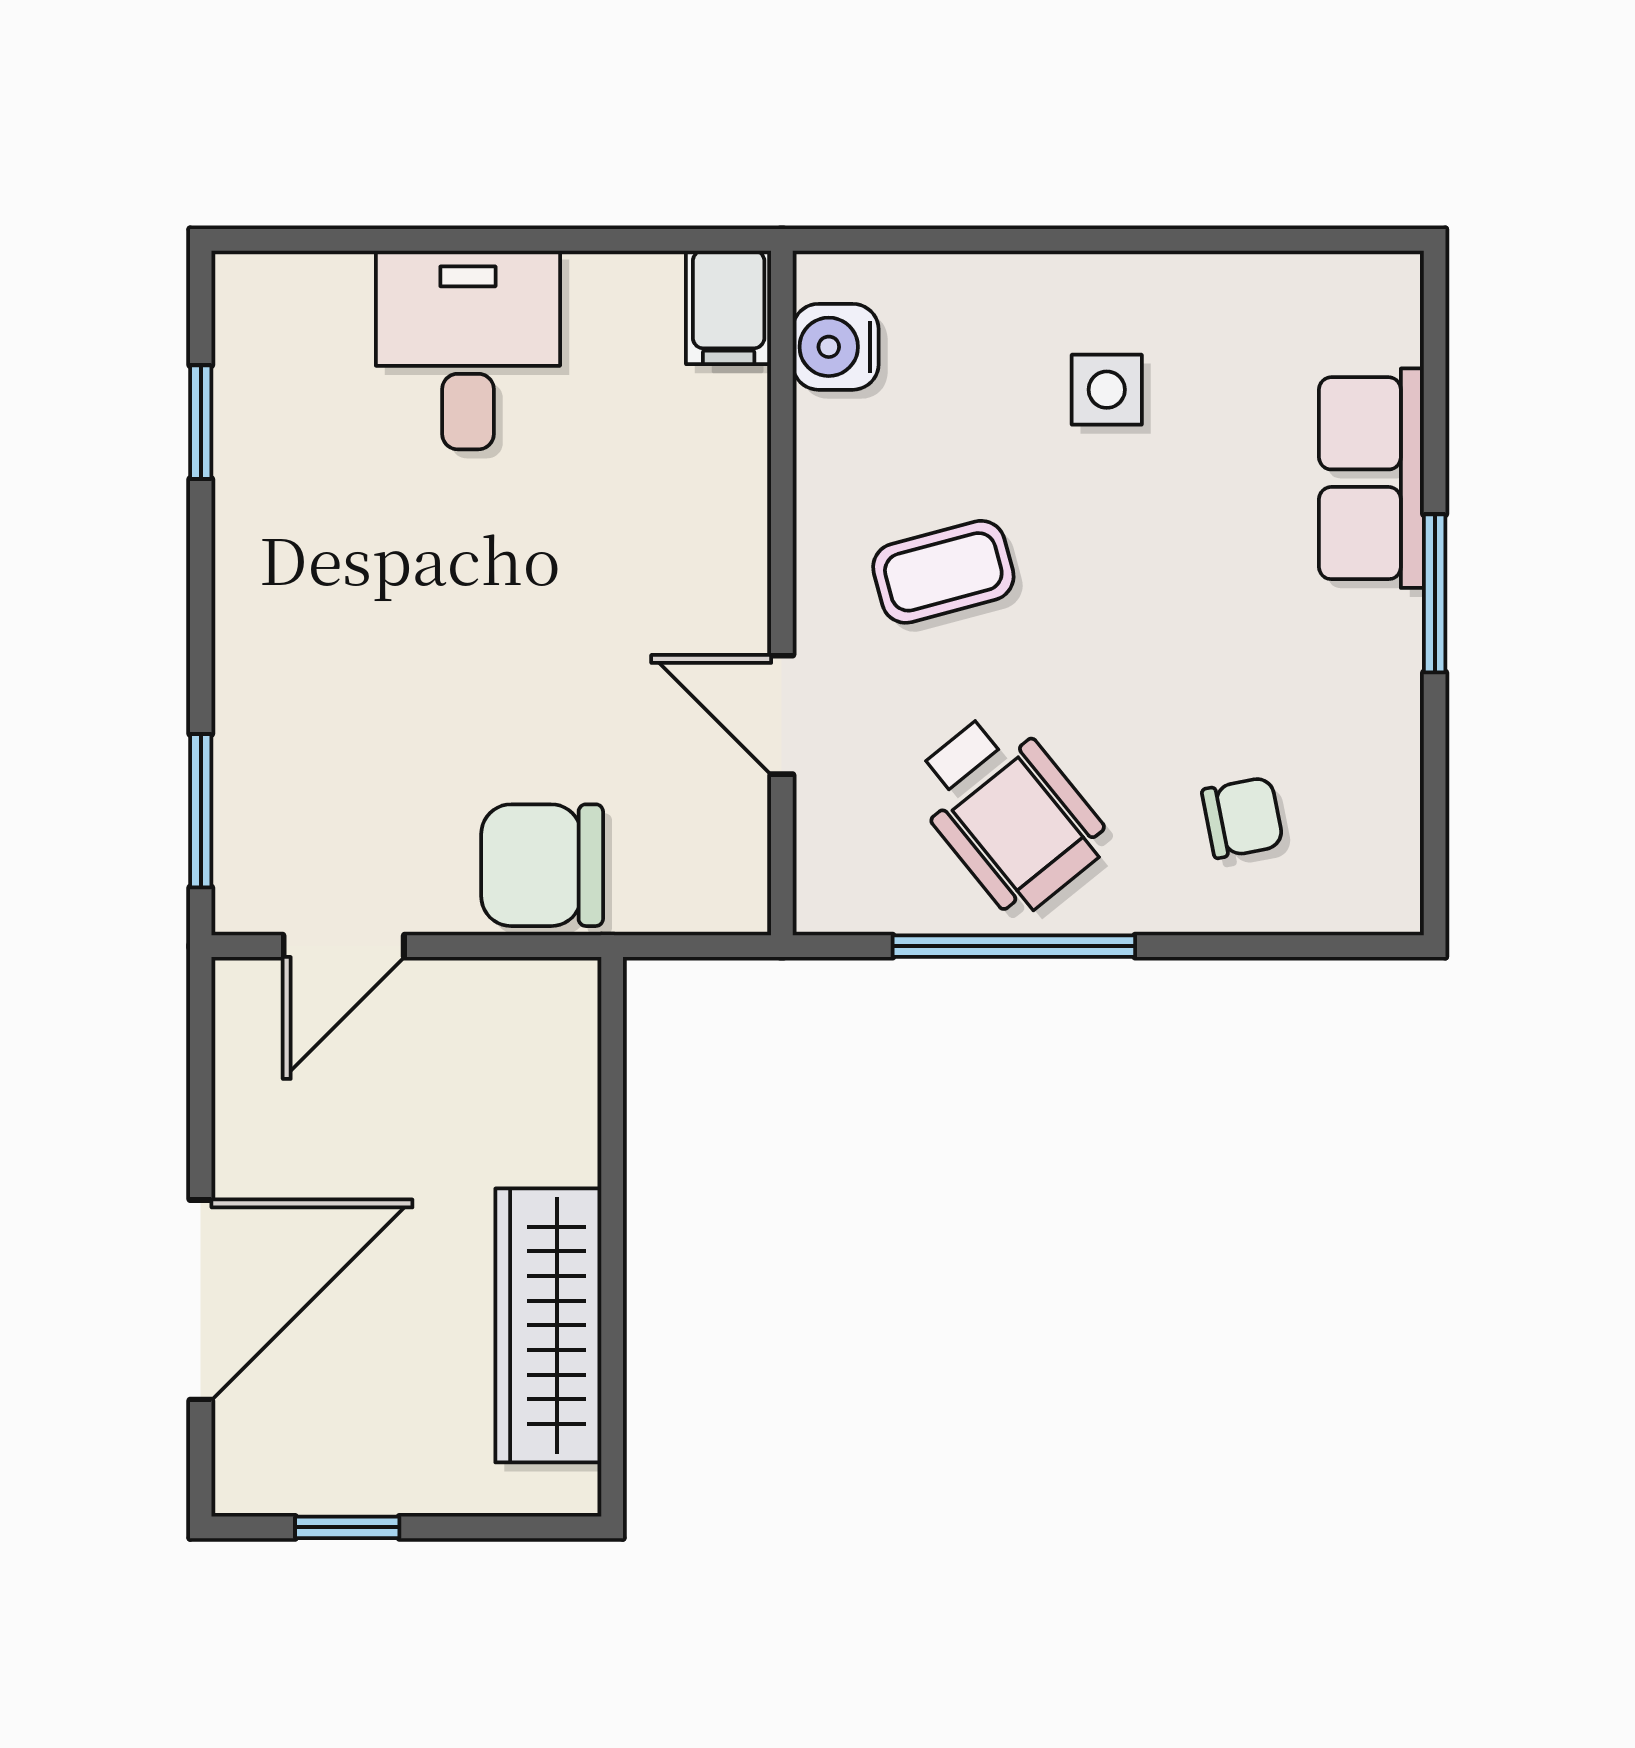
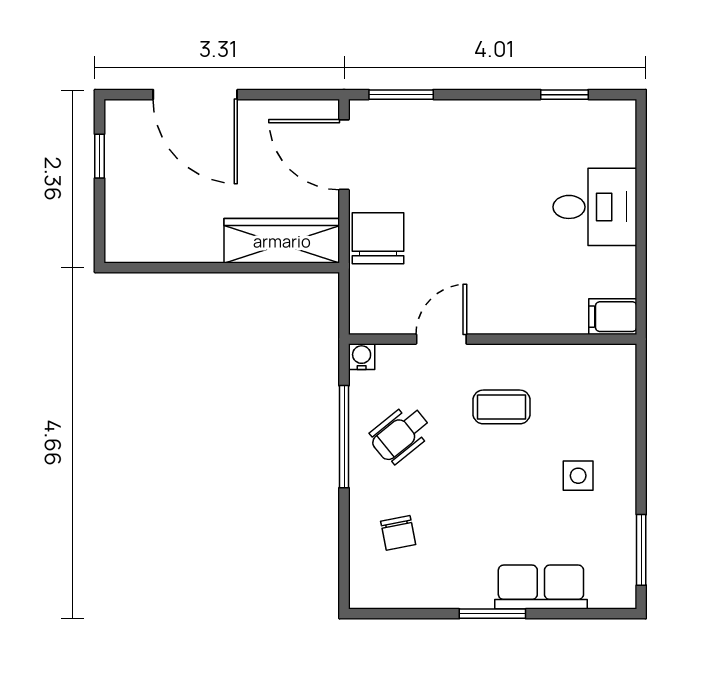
window: (1283, 240) -> (641, 550), added
water cooler: (836, 347) -> (362, 357), moved, width x0.72, depth x0.72
coffee table: (943, 572) -> (502, 407), turned -75
wheelchair: (1008, 812) -> (400, 434), width x0.73, depth x0.73
door: (344, 946) -> (344, 155), width x1.38
wardrobe: (548, 1325) -> (282, 241), moved

